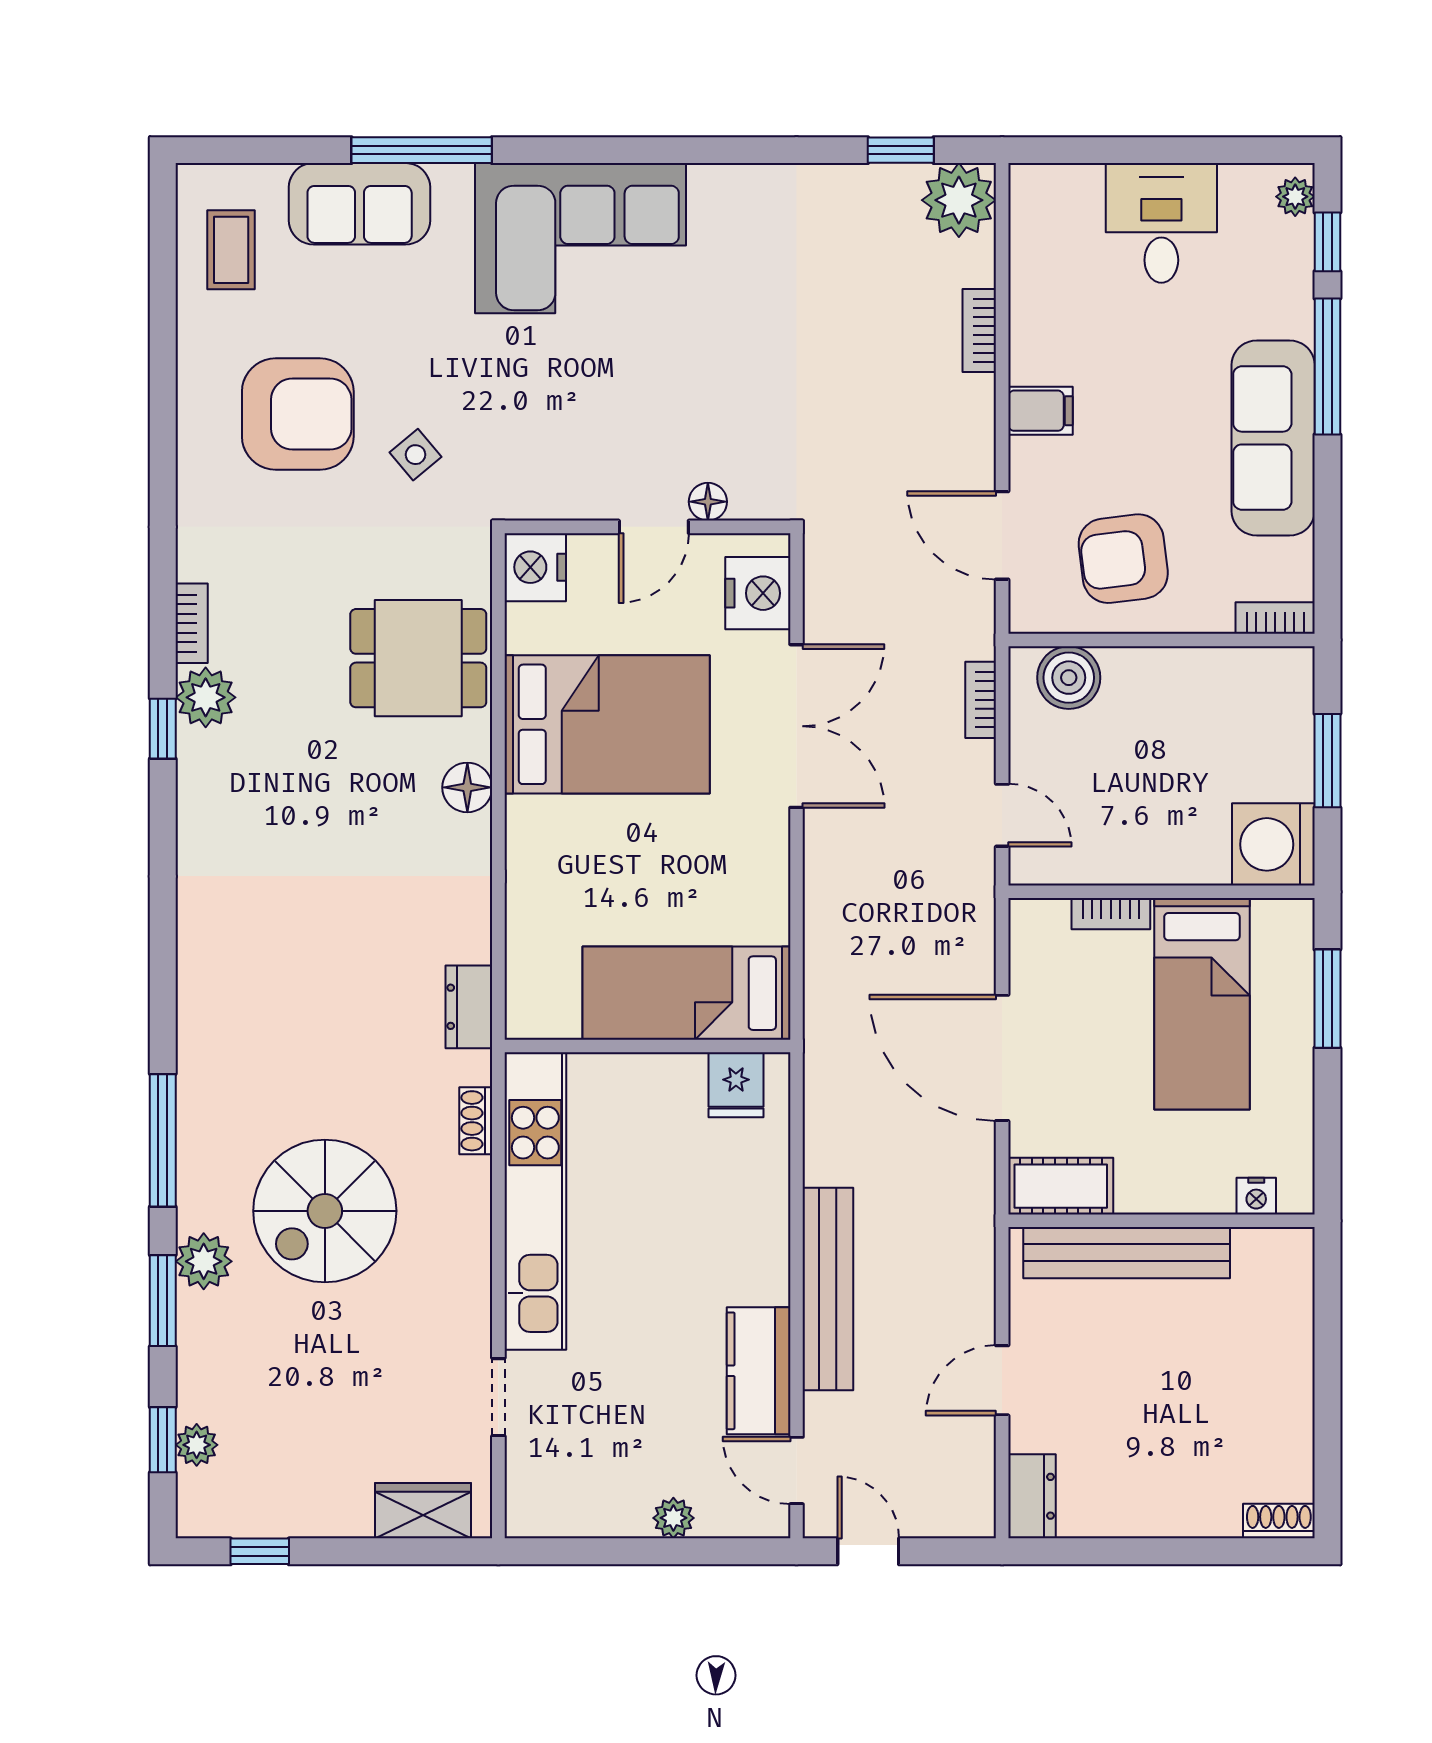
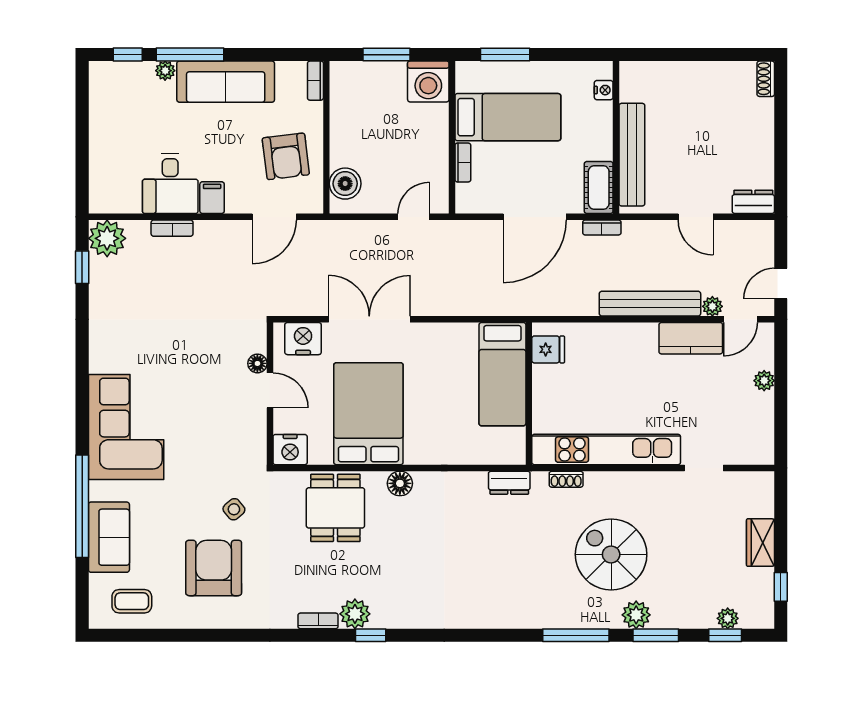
window: (422, 150) -> (82, 506), width x1.46
plant: (1295, 197) -> (165, 71), moved
desk: (1161, 223) -> (170, 184), moved, turned -90
bookcase: (981, 700) -> (602, 227), moved
spiral stairs: (325, 1211) -> (611, 554), turned 180
plant: (822, 1414) -> (712, 306), added
wardrobe: (423, 1511) -> (761, 543), moved

